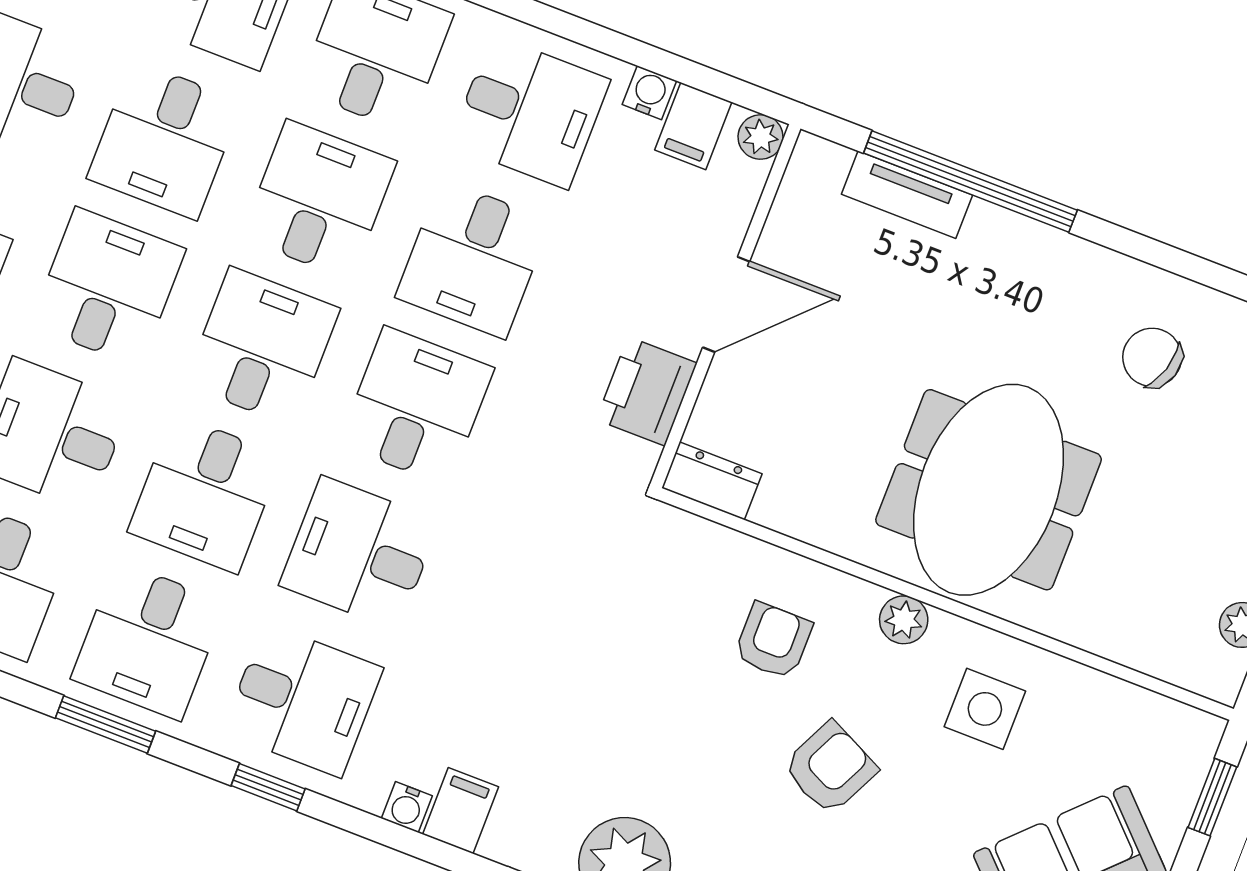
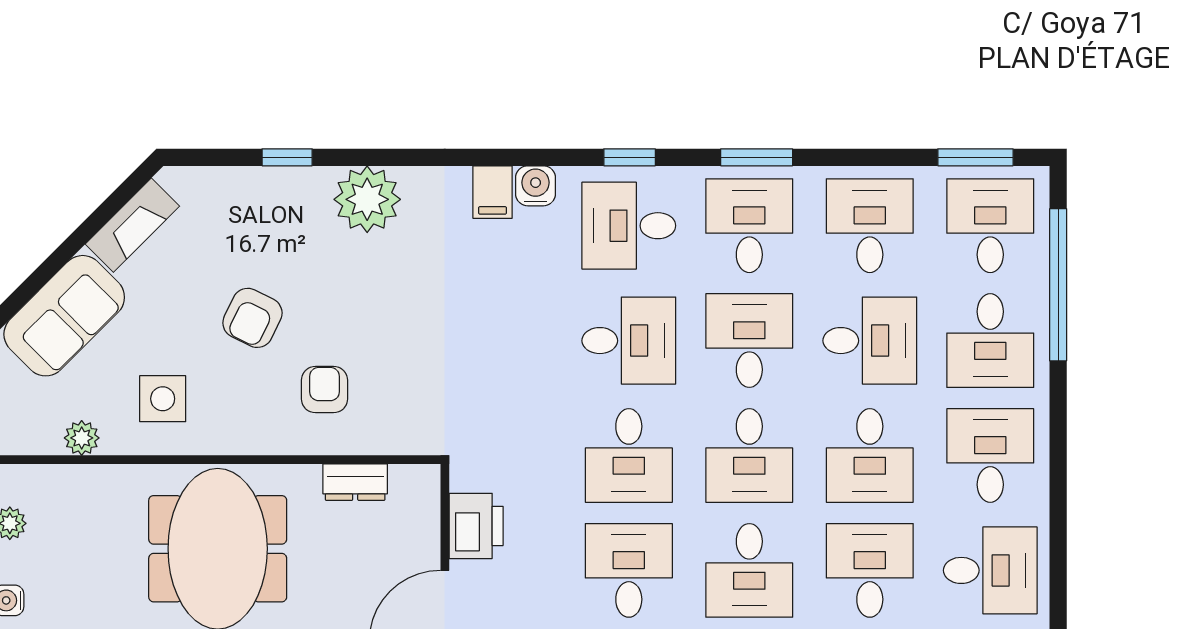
dresser: (712, 481) -> (355, 482), moved
plant: (904, 620) -> (82, 438), moved
armchair: (773, 641) -> (325, 390), turned 180
water cooler: (407, 807) -> (536, 186), width x1.38, depth x1.38

